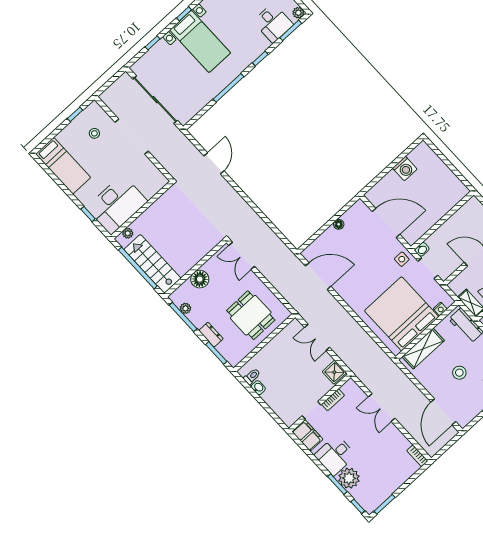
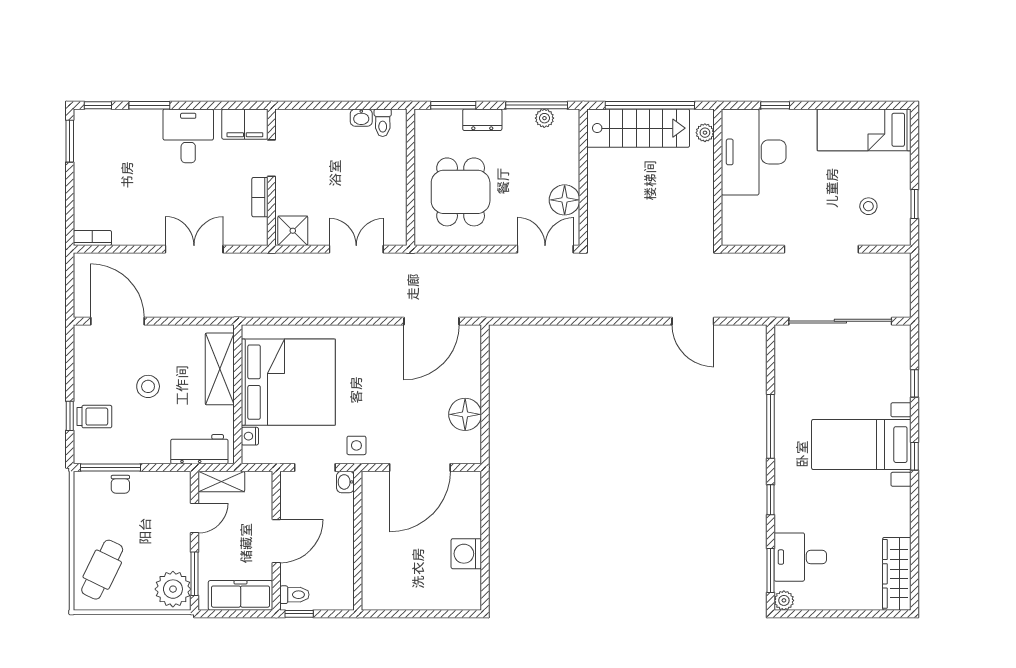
floor lamp: (339, 224) -> (465, 414), width x1.89, depth x1.89
floor lamp: (200, 279) -> (565, 200), moved
dining table: (251, 315) -> (461, 192), turned 90
plant: (349, 478) -> (143, 127), removed

